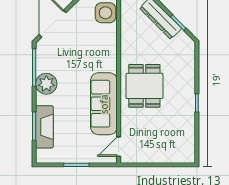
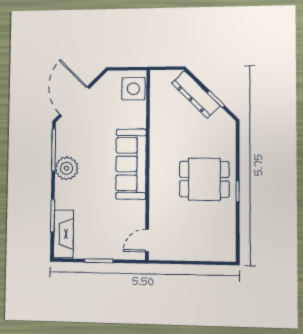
dining table: (144, 86) -> (204, 179), moved, turned 90
sofa: (104, 104) -> (131, 164), moved
fireplace: (44, 127) -> (64, 234), moved

